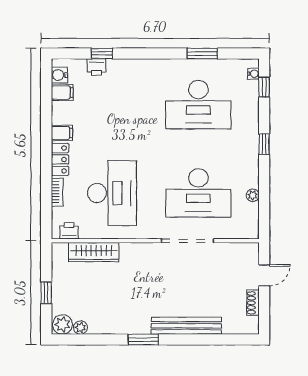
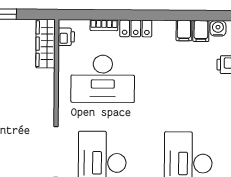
filing cabinet: (62, 133) -> (184, 31), moved
wardrobe: (94, 252) -> (45, 44), moved

